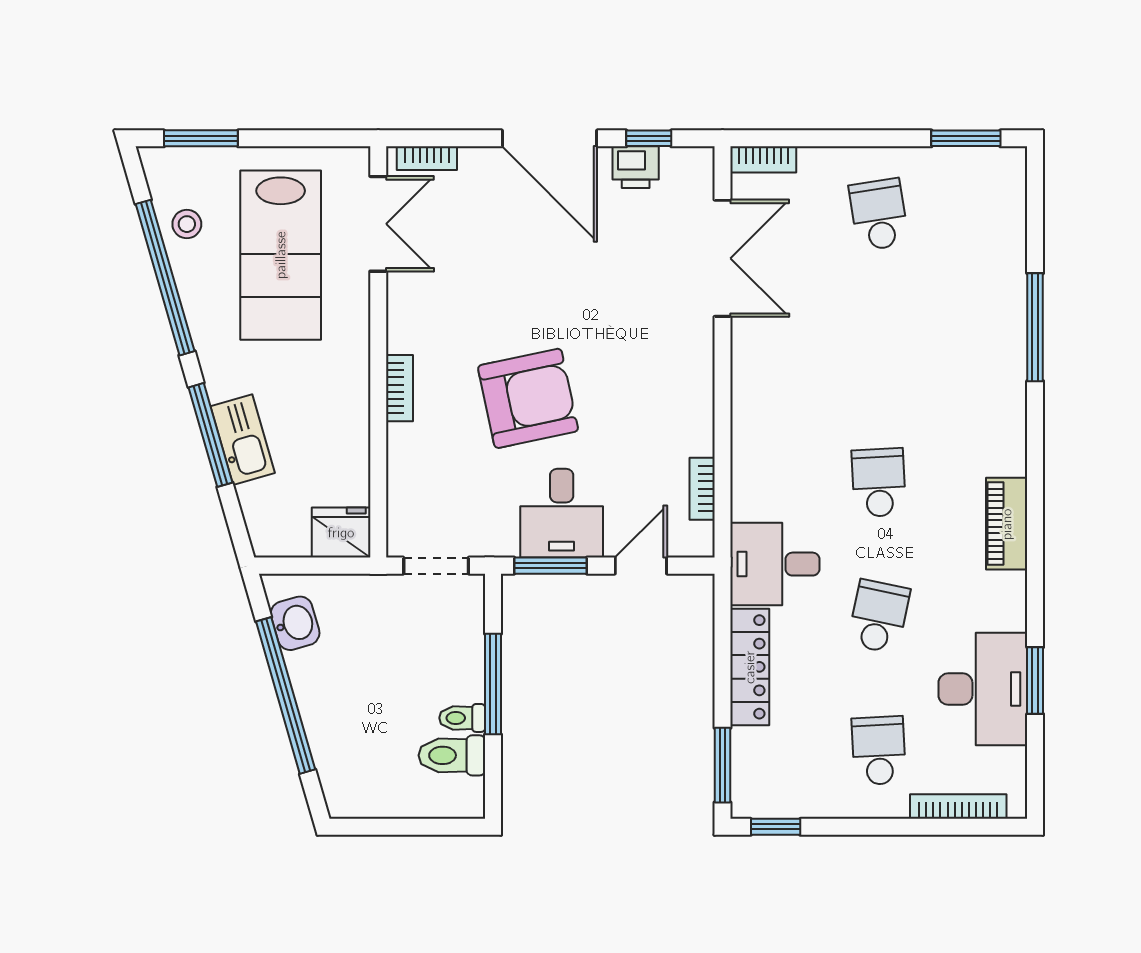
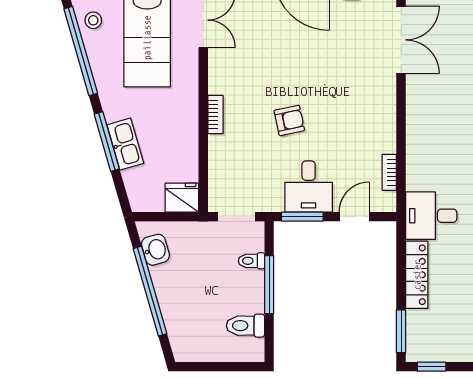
armchair: (528, 398) -> (289, 120), width x0.53, depth x0.53
toilet: (462, 718) -> (251, 261), moved

